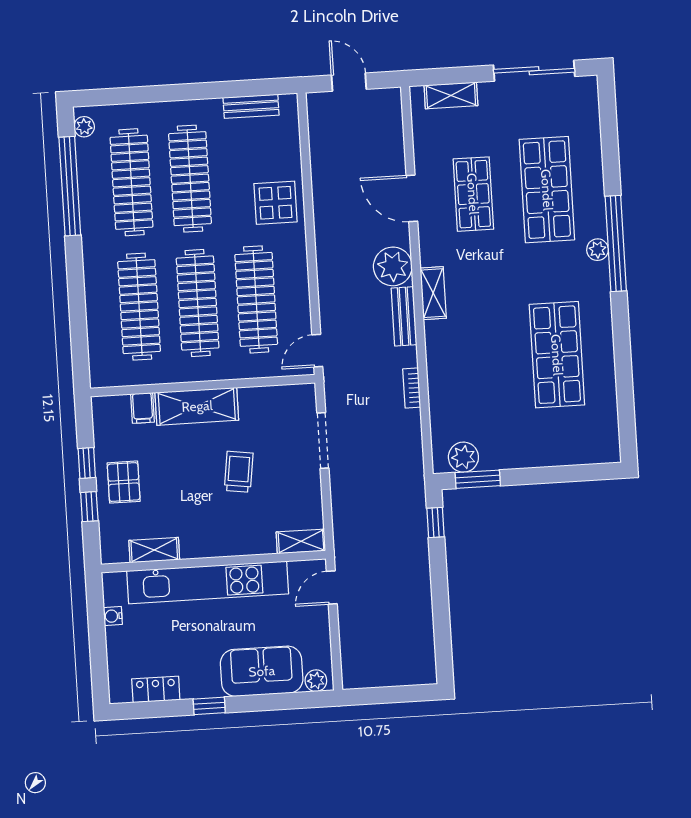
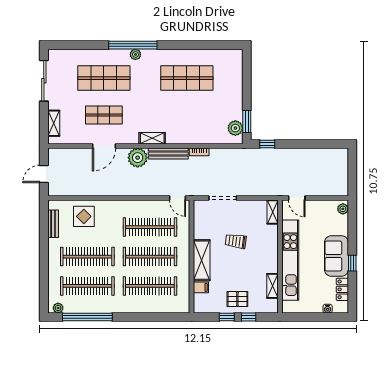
display table: (275, 203) -> (84, 216), moved
bench: (404, 316) -> (168, 153), width x1.36
water cooler: (113, 616) -> (328, 309), moved
sofa: (262, 671) -> (336, 256), moved

